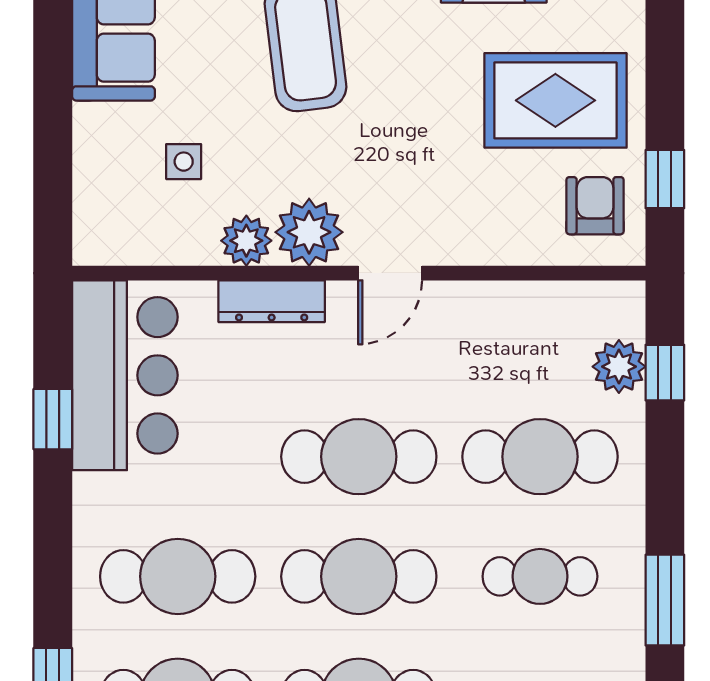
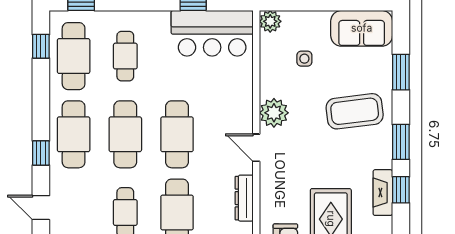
plant: (246, 241) -> (270, 21), moved
dresser: (272, 301) -> (244, 198), moved
cafe table: (178, 576) -> (125, 56), width x0.73, depth x0.74

